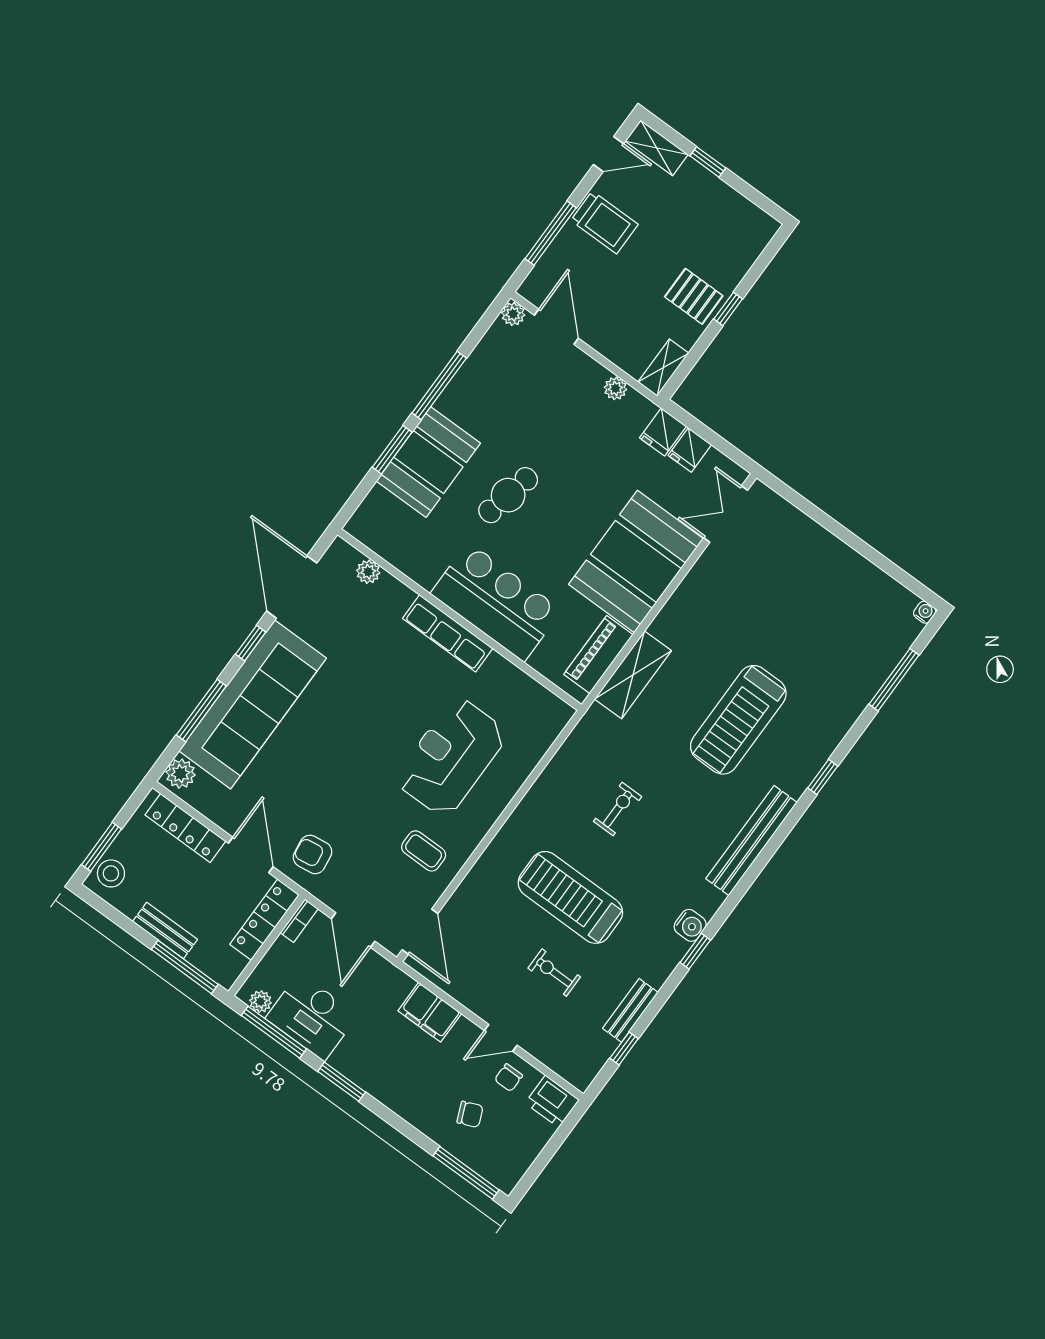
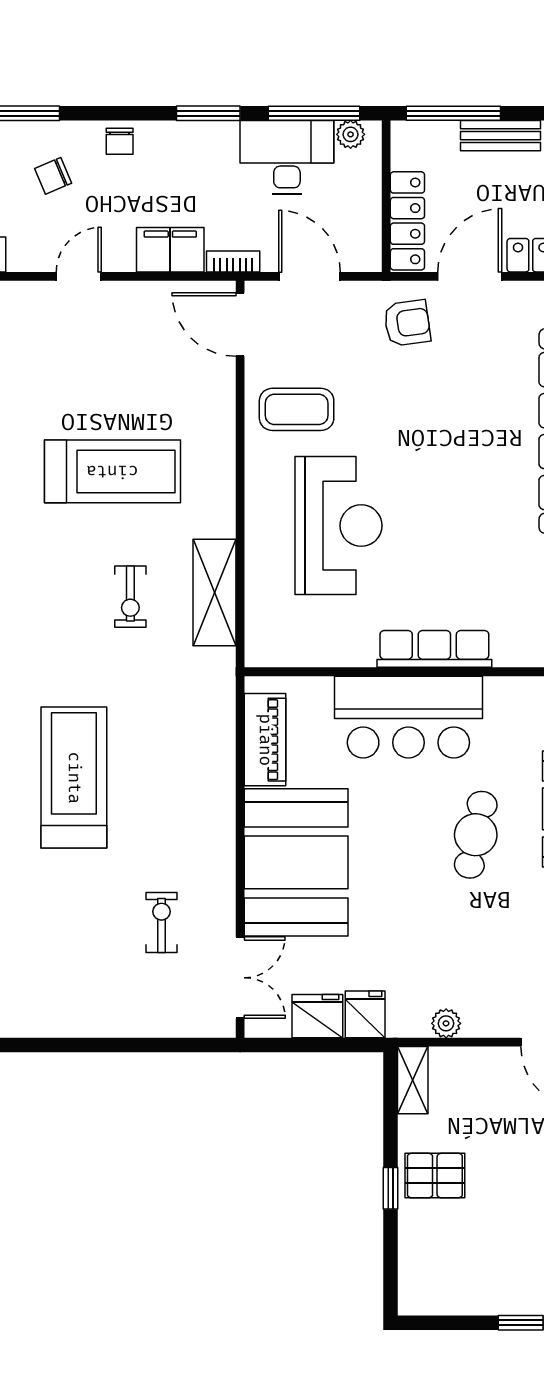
fridge: (690, 450) -> (317, 1016), width x1.38
shelving: (633, 675) -> (215, 593), moved
coffee table: (424, 851) -> (297, 409), width x1.36, depth x1.30
door: (251, 855) -> (470, 276), swing flipped
bookcase: (299, 921) -> (233, 262), moved, turned 90
exercise bike: (554, 973) -> (162, 923), moved, turned -90
chair: (508, 1078) -> (120, 141), moved, turned 180

